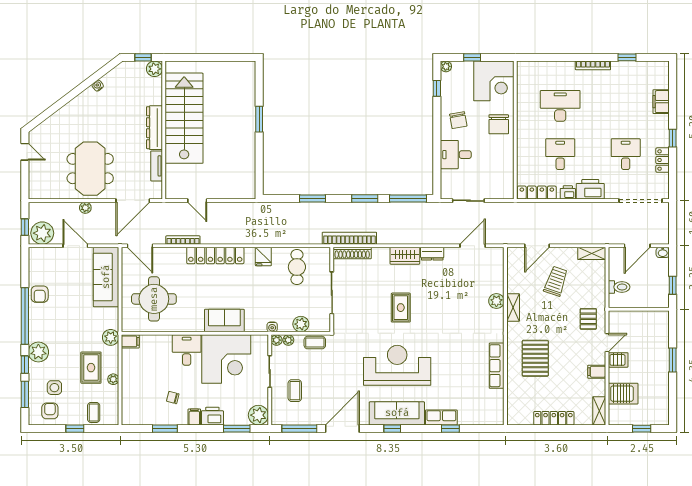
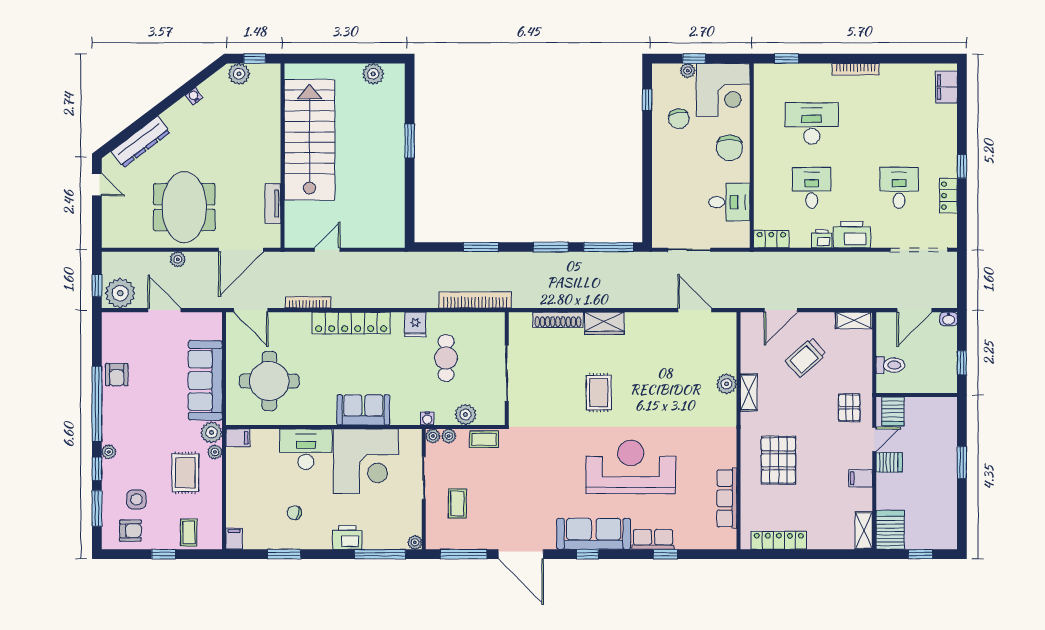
window: (627, 57) -> (786, 59), moved
plant: (446, 66) -> (688, 71), moved
plant: (155, 69) -> (239, 74), moved
plant: (232, 69) -> (373, 74), added
filing cabinet: (661, 102) -> (946, 87), moved
chair: (458, 120) -> (679, 119), moved
dresser: (155, 128) -> (141, 142), moved, turned -127
desk: (456, 155) -> (729, 202), moved, turned 180
locker: (537, 193) -> (771, 239), width x0.66
door: (197, 201) -> (327, 250), swing flipped
bookcase: (349, 238) -> (475, 300), moved
door: (473, 246) -> (695, 310), hinge flipped
shoe rack: (352, 253) -> (558, 320), moved
dresser: (432, 254) -> (641, 321), removed
cafe table: (297, 267) -> (446, 358), moved
sofa: (106, 277) -> (205, 380), moved
trolley: (556, 281) -> (806, 357), turned -151
server rack: (621, 322) -> (893, 411), added
desk: (187, 350) -> (306, 449), width x1.37
plant: (38, 352) -> (109, 452), width x0.53, depth x0.53
reception desk: (397, 365) -> (631, 467), moved
row of seats: (497, 366) -> (727, 498), moved
plant: (113, 379) -> (215, 452), moved
server rack: (623, 394) -> (890, 530), moved, turned -90
armchair: (50, 411) -> (130, 531), turned 90
plant: (258, 415) -> (415, 542), width x0.53, depth x0.53
filing cabinet: (194, 417) -> (234, 539), moved
locker: (554, 418) -> (779, 540), moved
window: (237, 429) -> (380, 554), width x1.44
door: (342, 429) -> (521, 554), swing flipped

